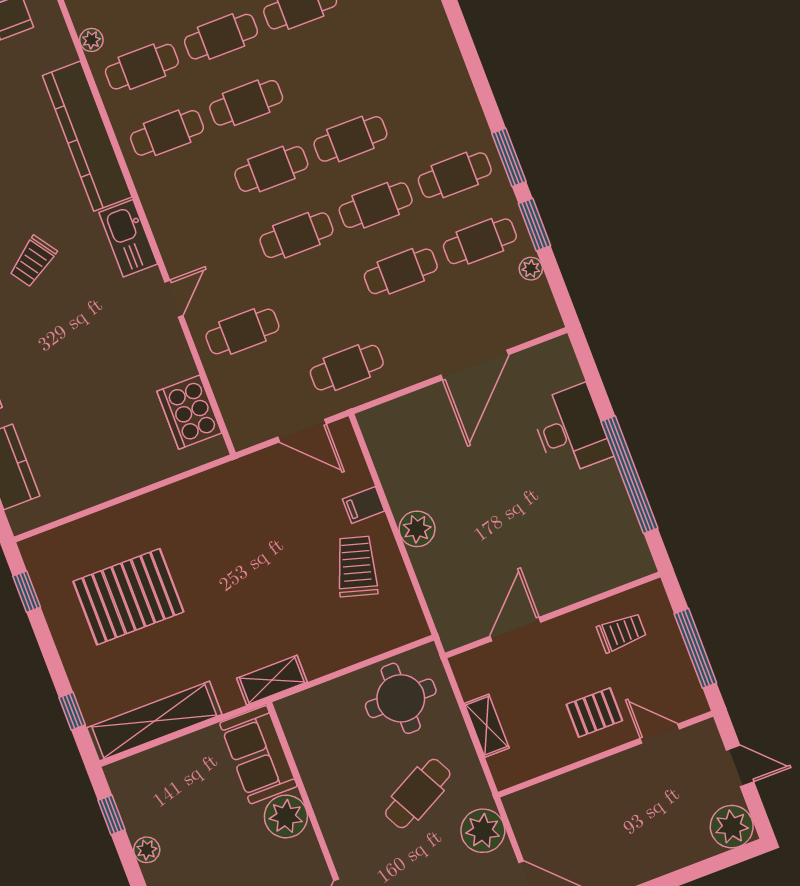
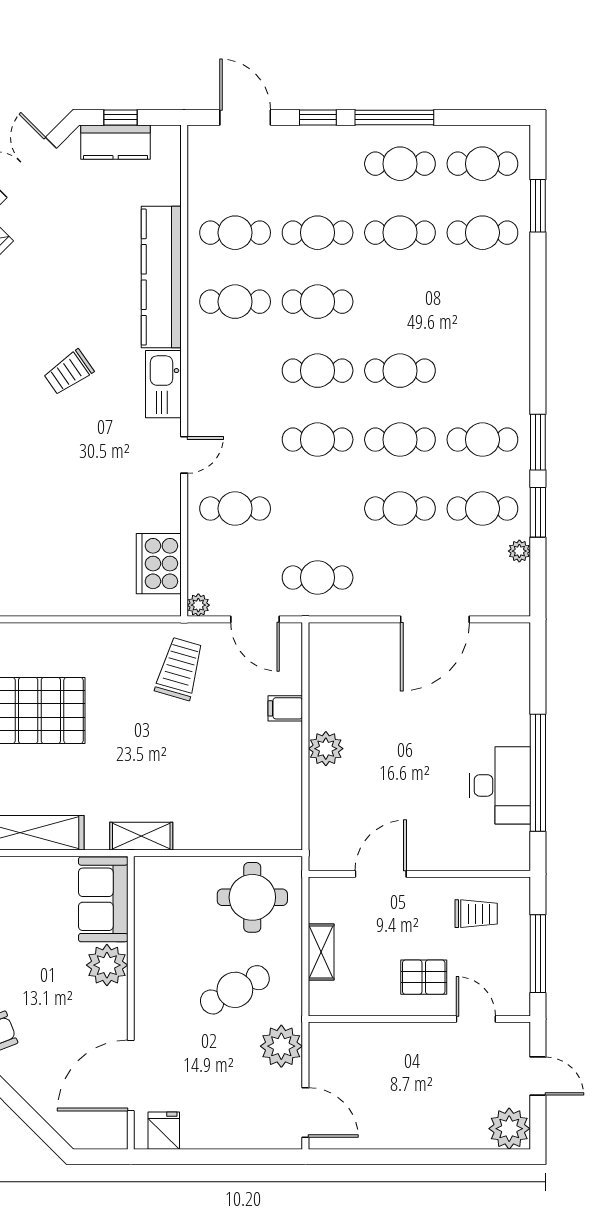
plant: (91, 40) -> (198, 605), moved
desk: (571, 430) -> (500, 785), moved
trolley: (357, 566) -> (179, 669), moved

